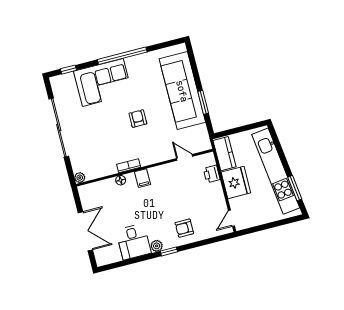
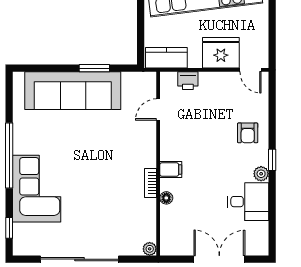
armchair: (138, 119) -> (94, 156), removed
fridge: (236, 182) -> (221, 53), moved

